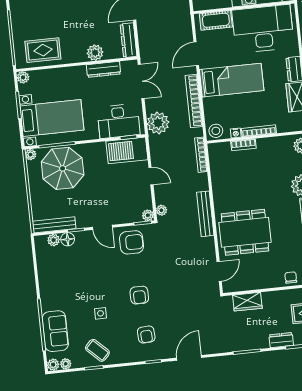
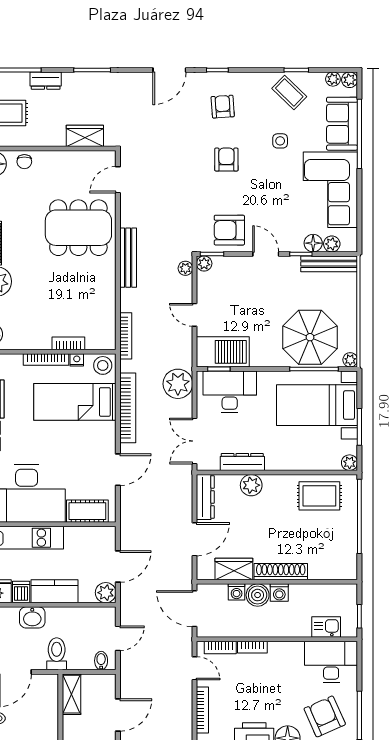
bed: (232, 80) -> (75, 402), moved
corner sofa: (59, 281) -> (330, 190), added

